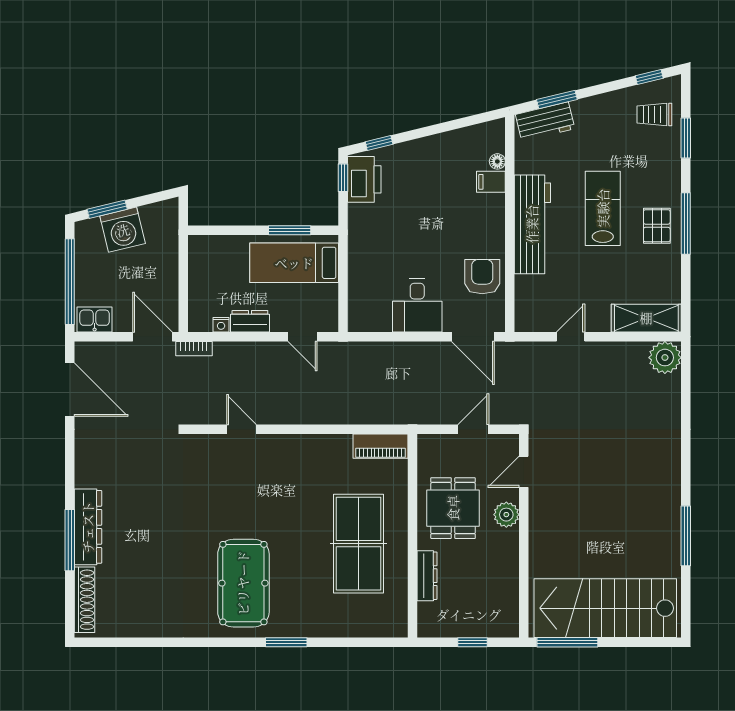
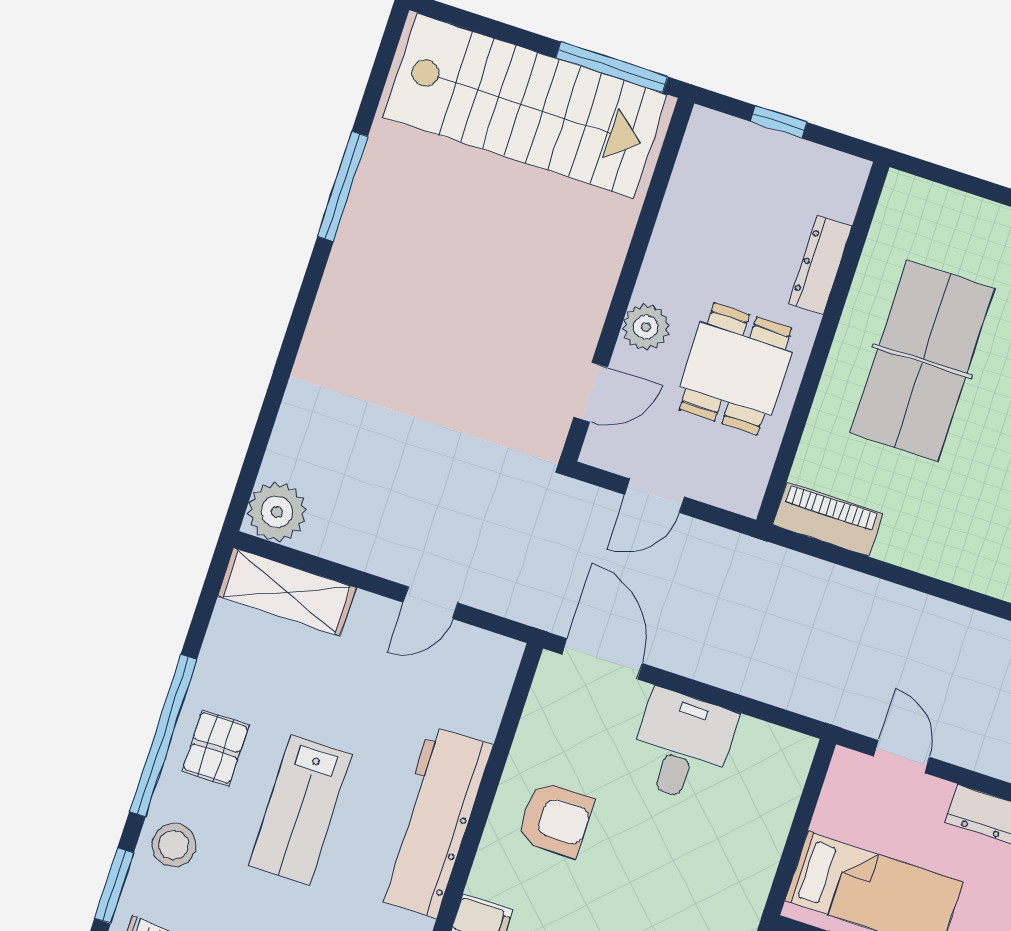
stool: (662, 169) -> (174, 845), added
window: (686, 223) -> (163, 736), width x1.46
armchair: (482, 277) -> (555, 819), moved, turned -90

